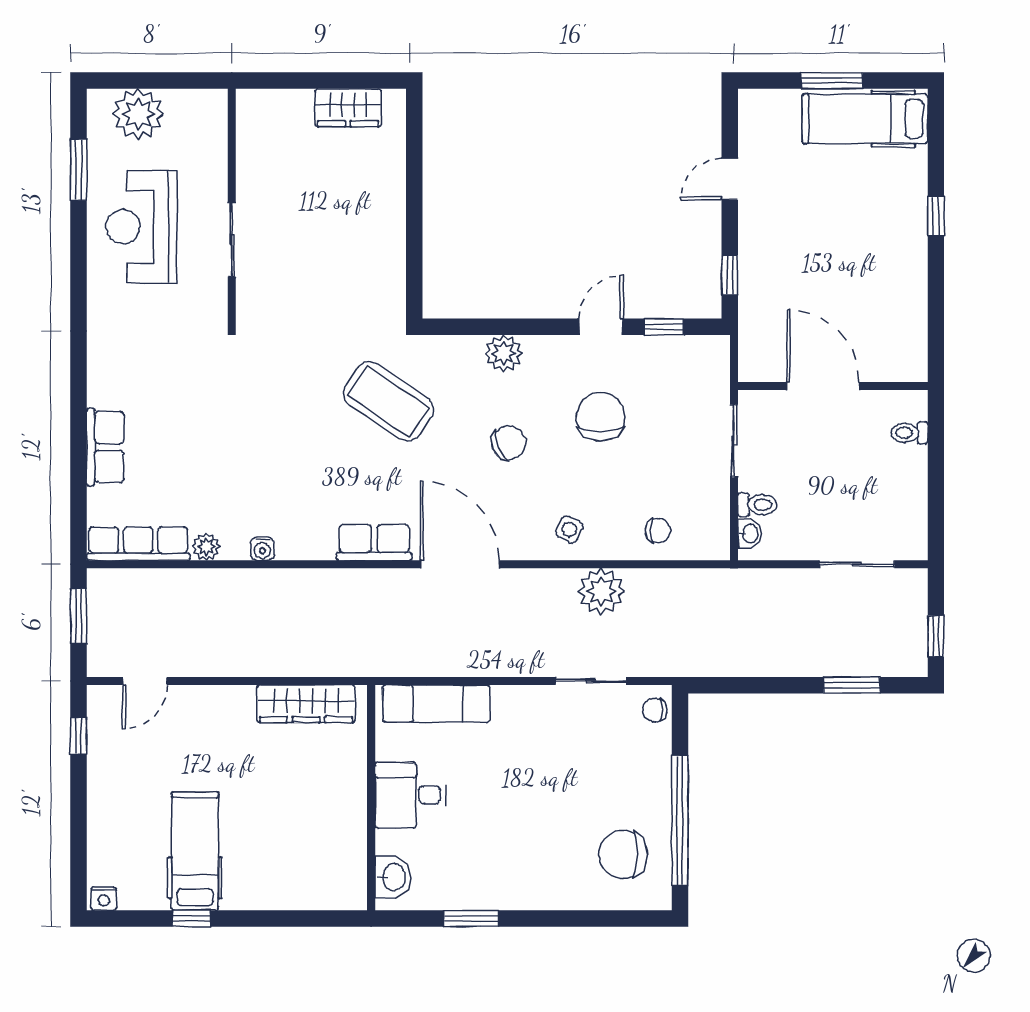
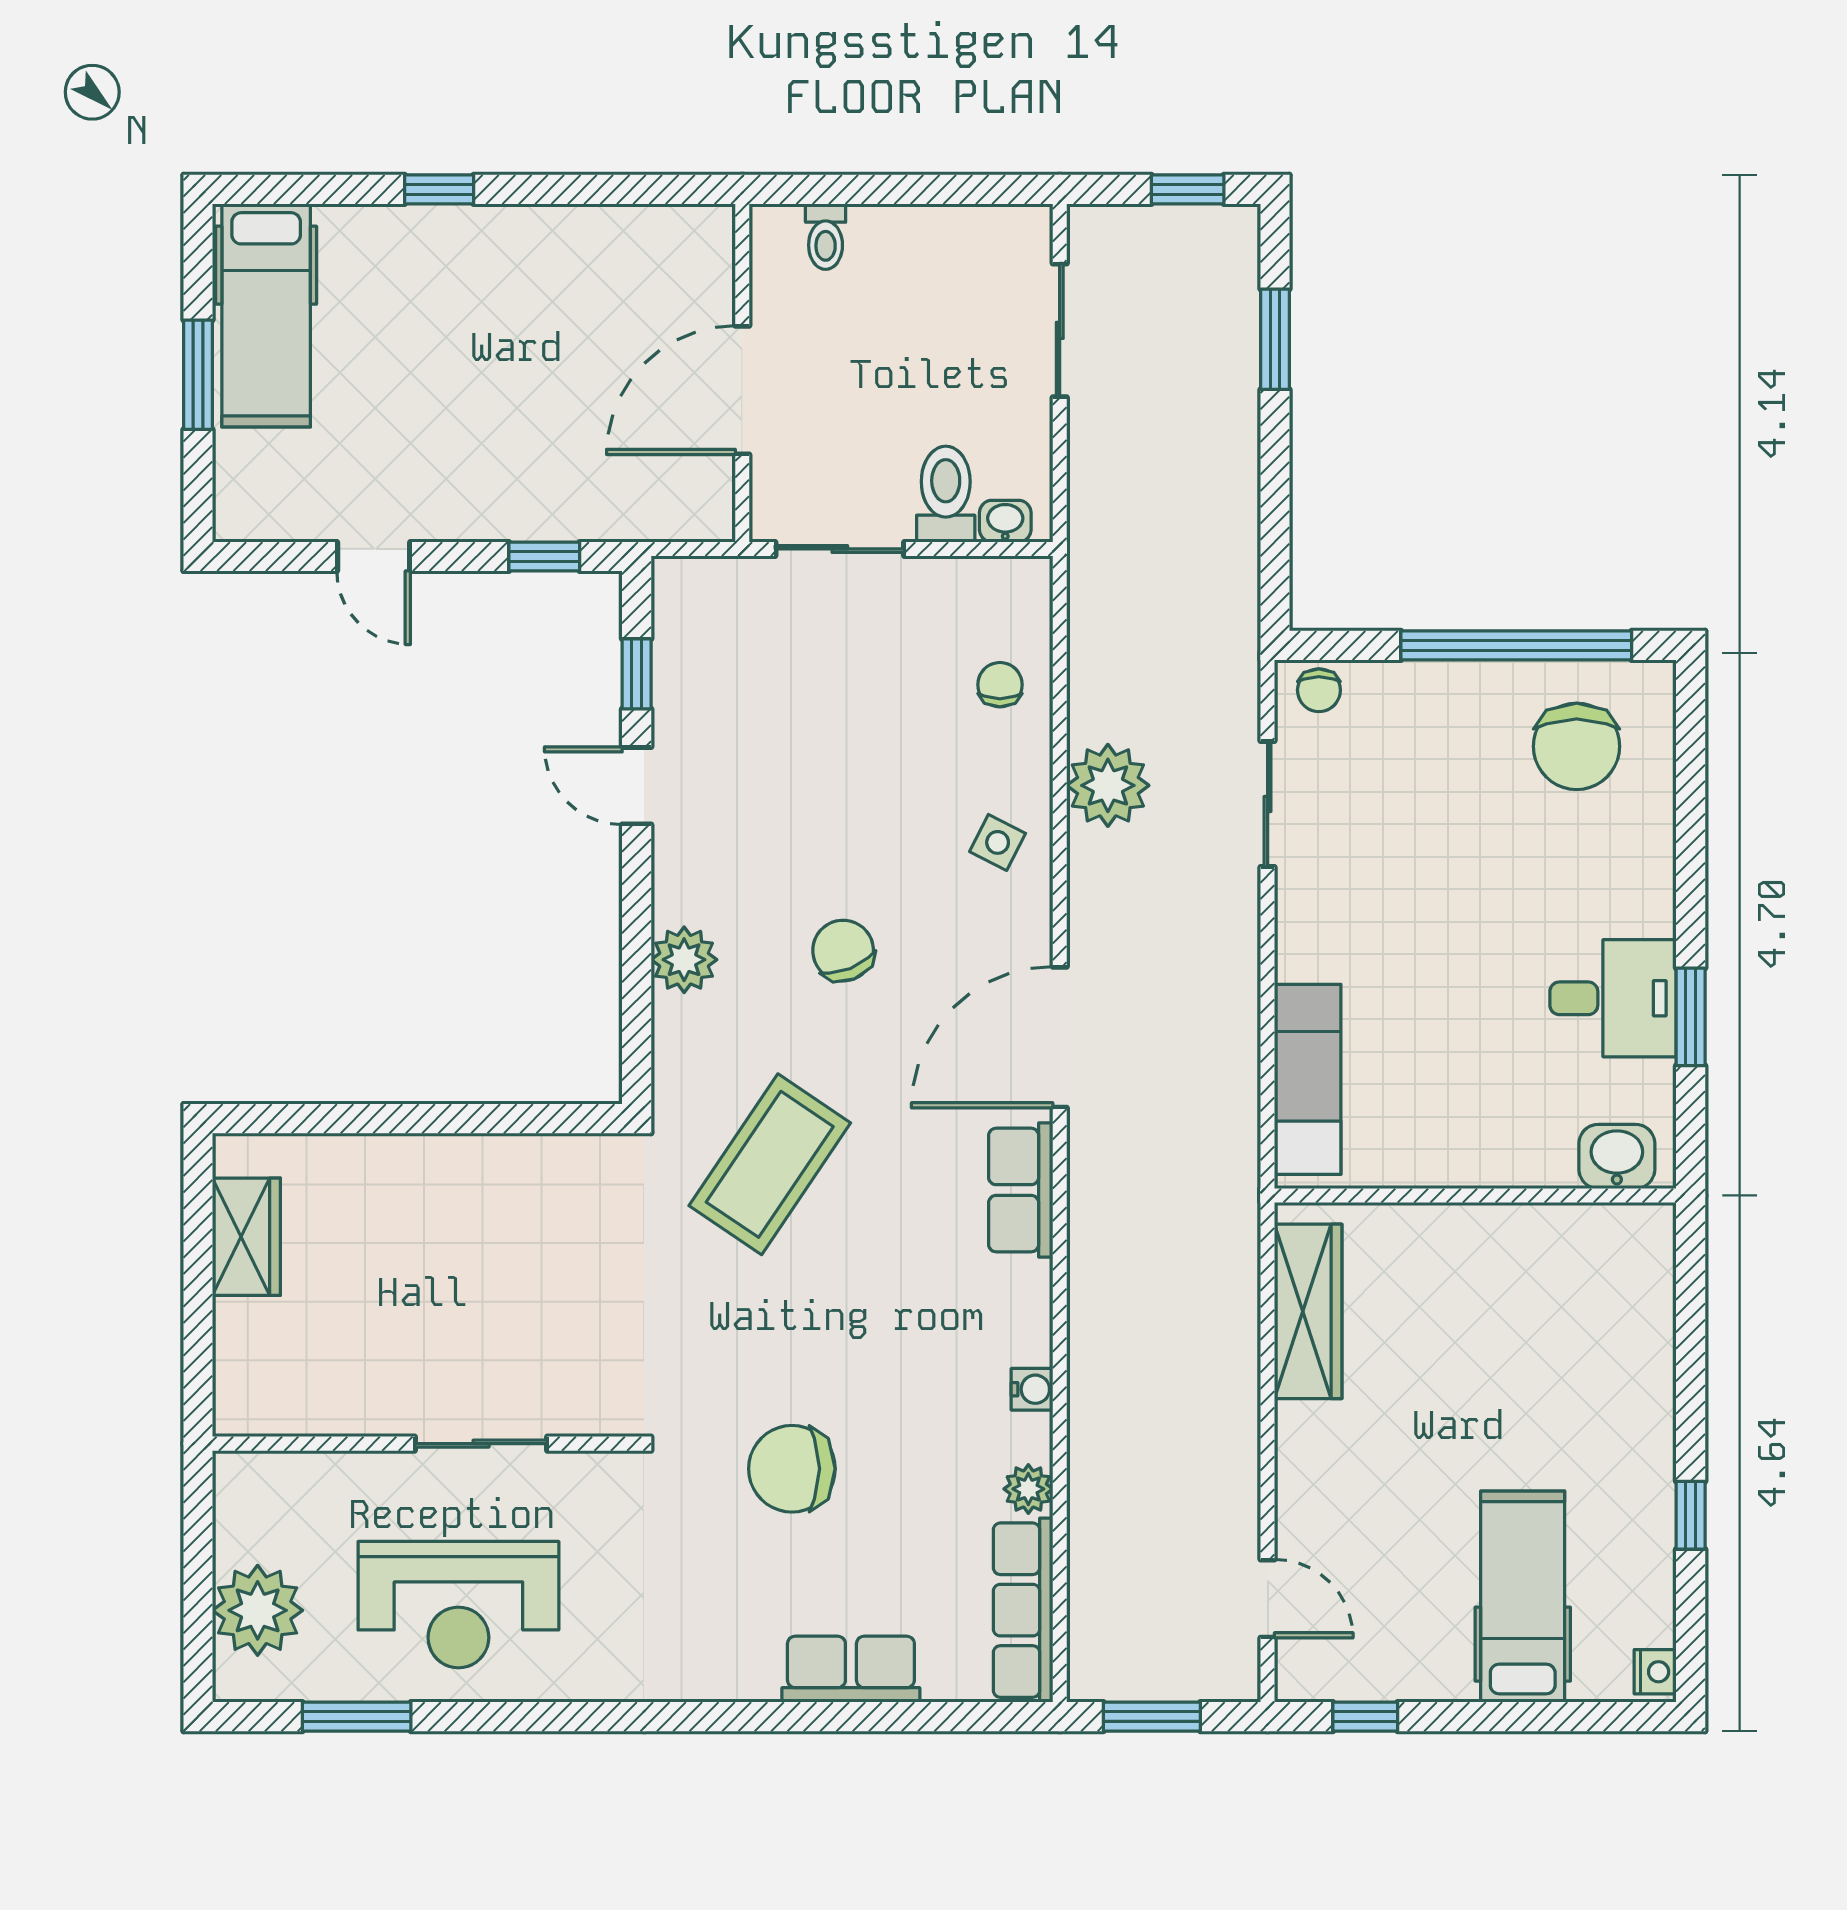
chair: (601, 417) -> (792, 1469), moved
toilet: (757, 505) -> (946, 494), width x1.37, depth x1.39
desk: (410, 795) -> (1613, 998), moved, turned -90
hospital bed: (195, 851) -> (1523, 1597), moved, turned 90

